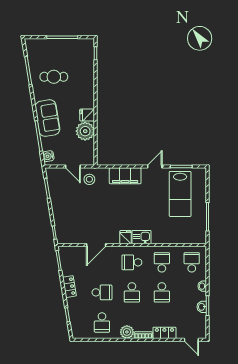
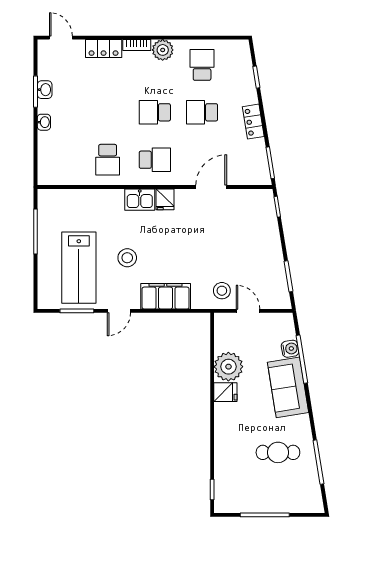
water cooler: (48, 156) -> (290, 349), moved
lab bench: (180, 194) -> (79, 268), turned 180
stool: (149, 200) -> (127, 258), added
school desk: (192, 262) -> (60, 160), removed
school desk: (132, 292) -> (155, 112), turned -90
school desk: (162, 292) -> (108, 112), removed

